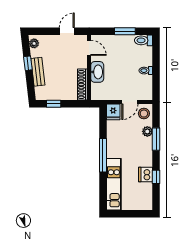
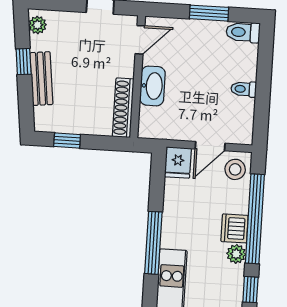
door: (89, 48) -> (140, 40), hinge flipped
plant: (147, 131) -> (236, 254), moved
window: (156, 139) -> (255, 219), width x2.11
dishwasher: (146, 175) -> (234, 228), moved

